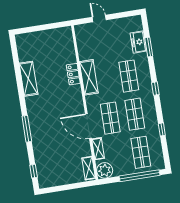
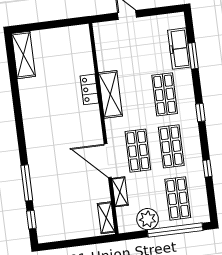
freezer: (138, 42) -> (179, 49), width x1.40
shelving: (28, 79) -> (24, 55), moved
window: (27, 129) -> (27, 183), moved
plant: (105, 170) -> (148, 219), moved

